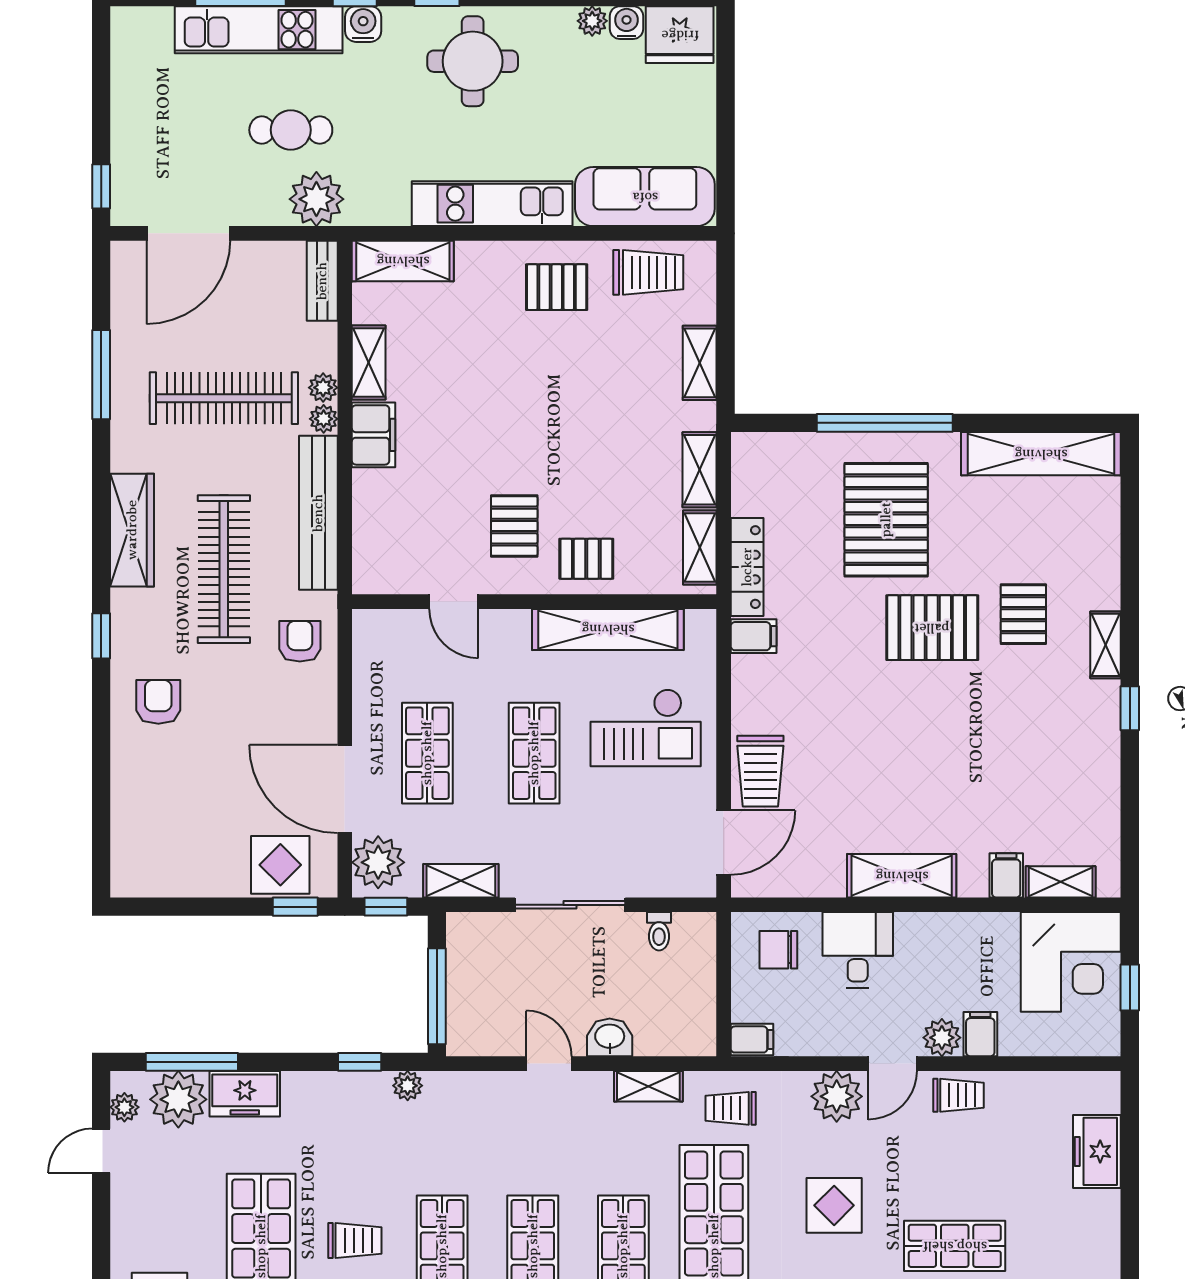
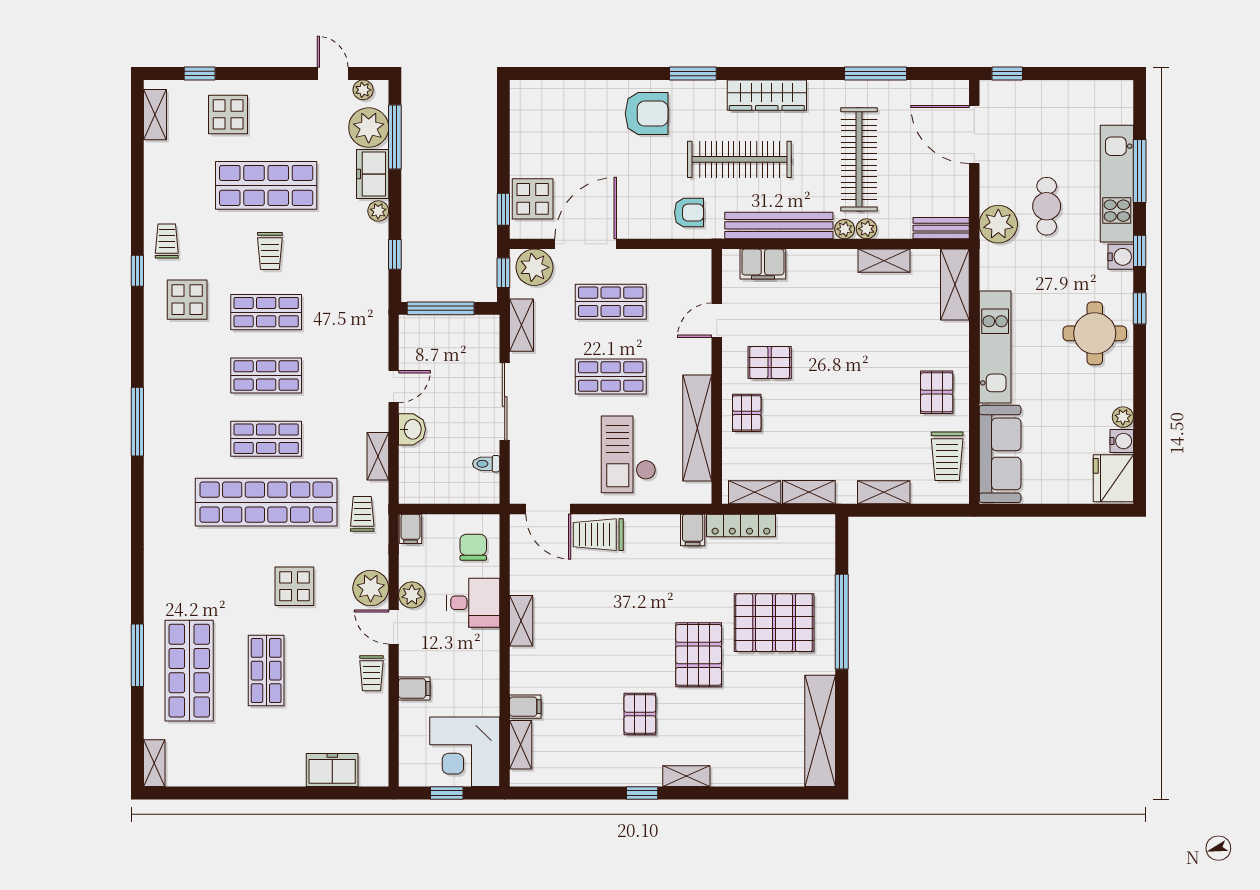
filing cabinet: (374, 435) -> (763, 264), moved
pallet: (1023, 614) -> (640, 714), moved, turned 90
window: (101, 636) -> (693, 74), width x1.50
armchair: (158, 702) -> (647, 114), width x1.38, depth x1.38
shelving: (902, 876) -> (521, 621), width x0.67, depth x0.75
plant: (942, 1038) -> (412, 595), moved
plant: (408, 1086) -> (378, 211), moved

